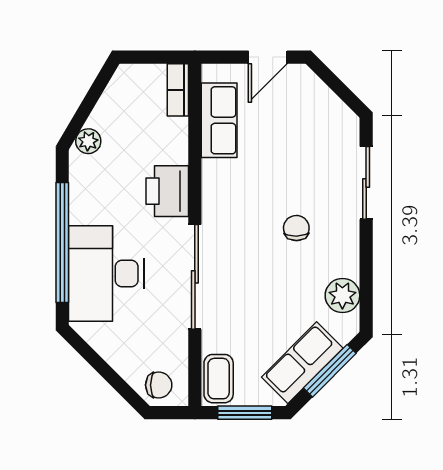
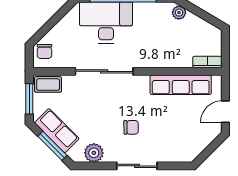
door: (268, 57) -> (225, 112), hinge flipped
row of seats: (219, 120) -> (181, 85), width x1.48
sliding door: (366, 183) -> (137, 166), moved
printer: (167, 191) -> (151, 56), removed

